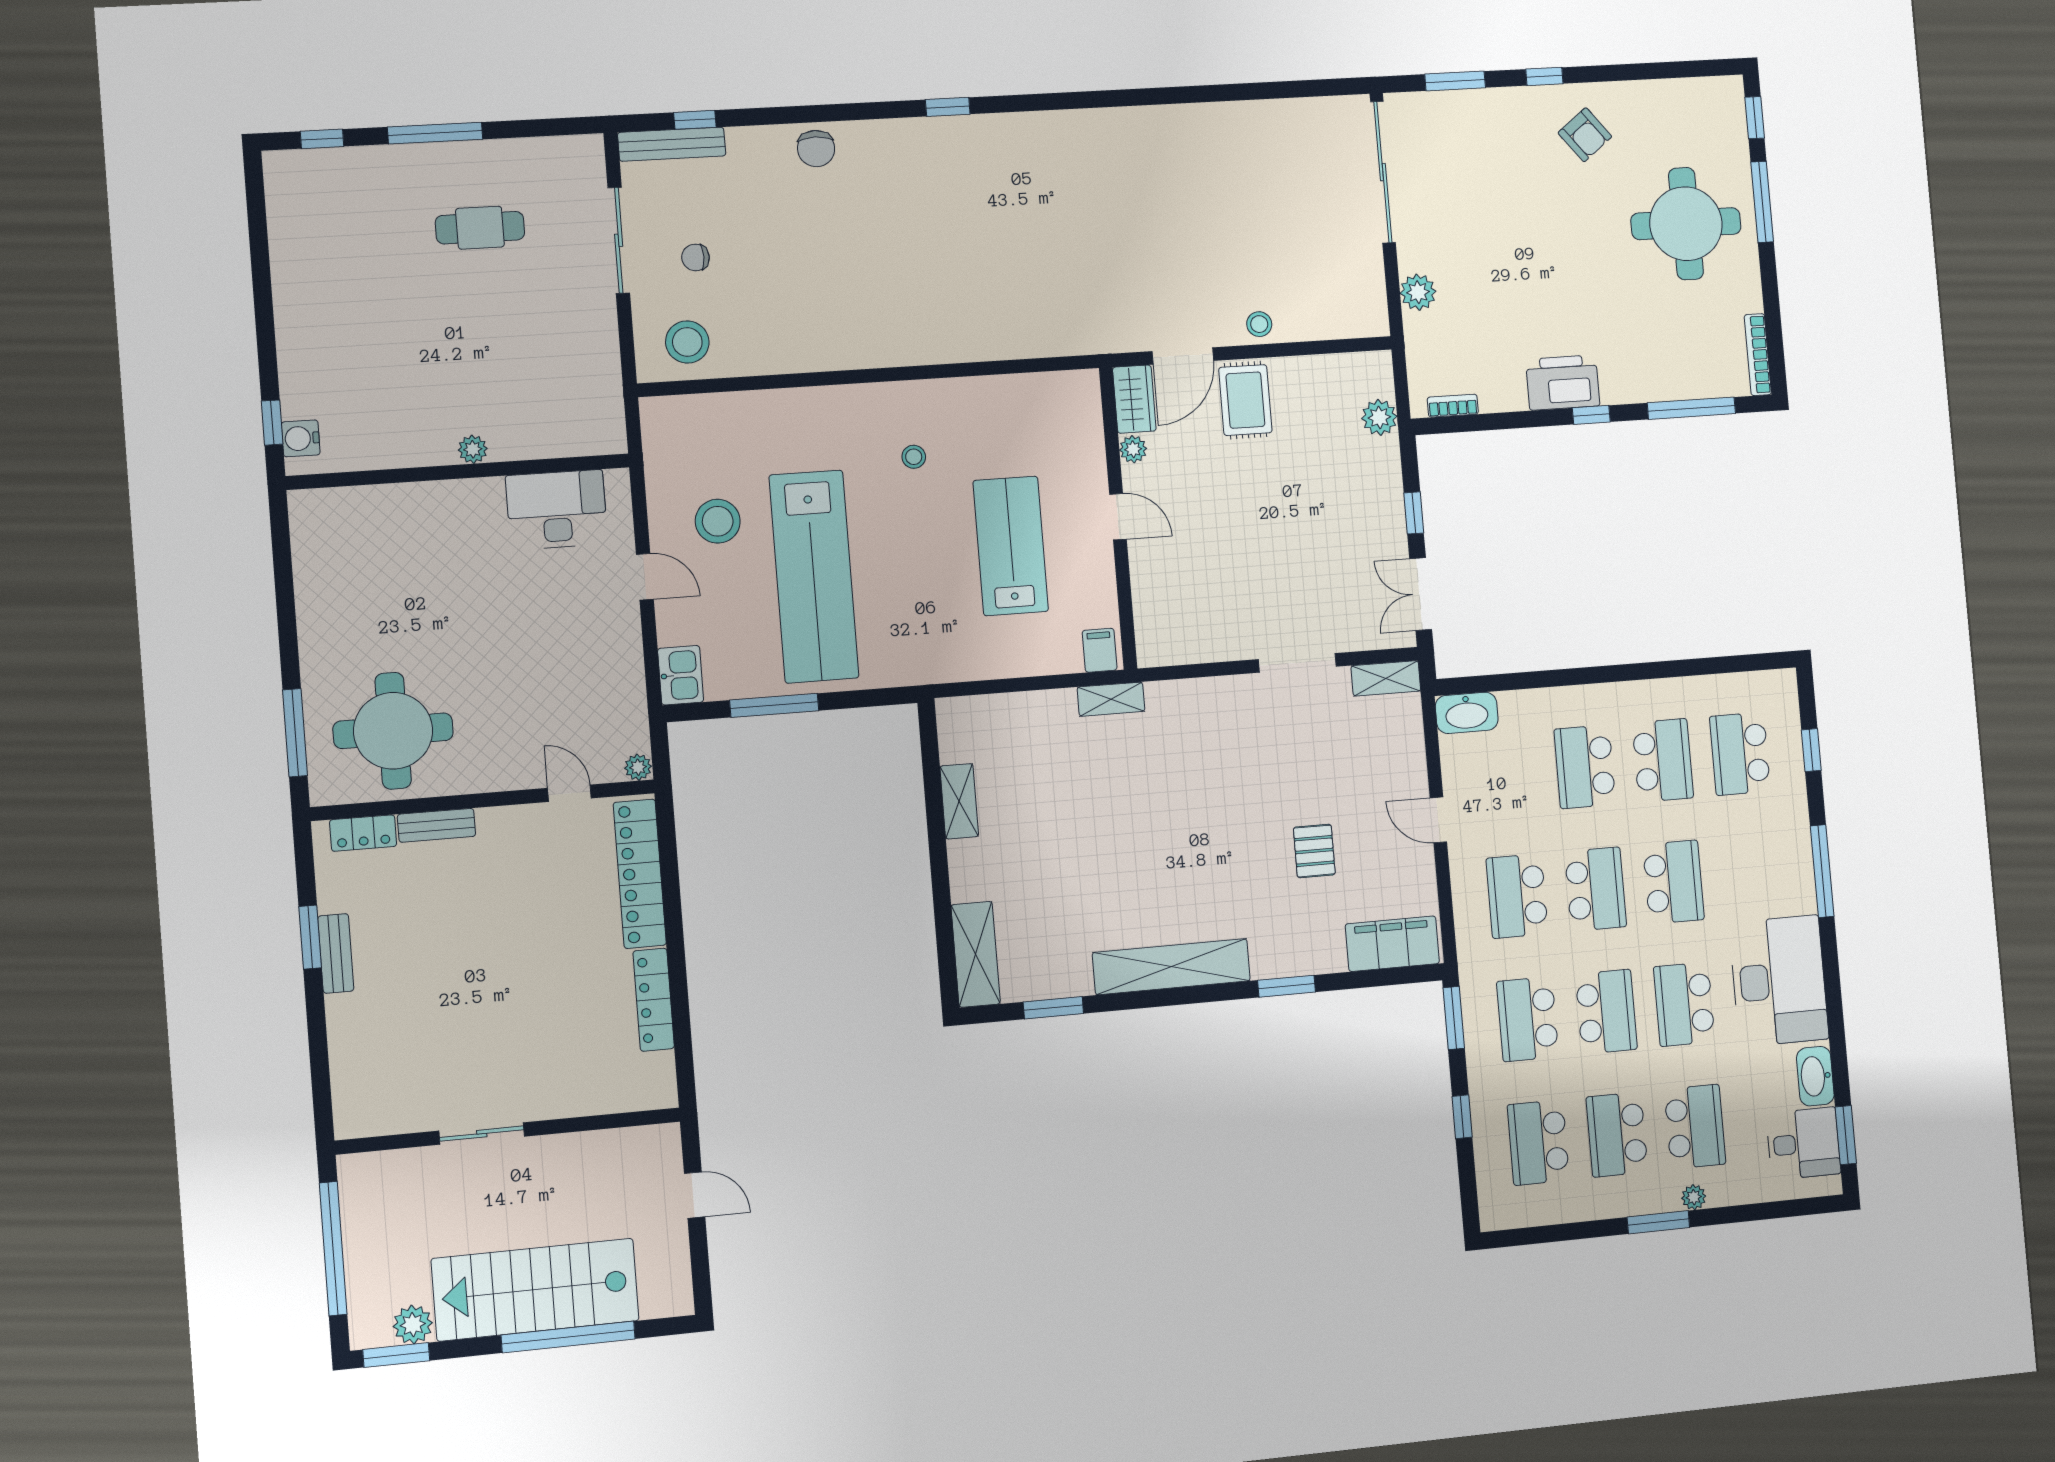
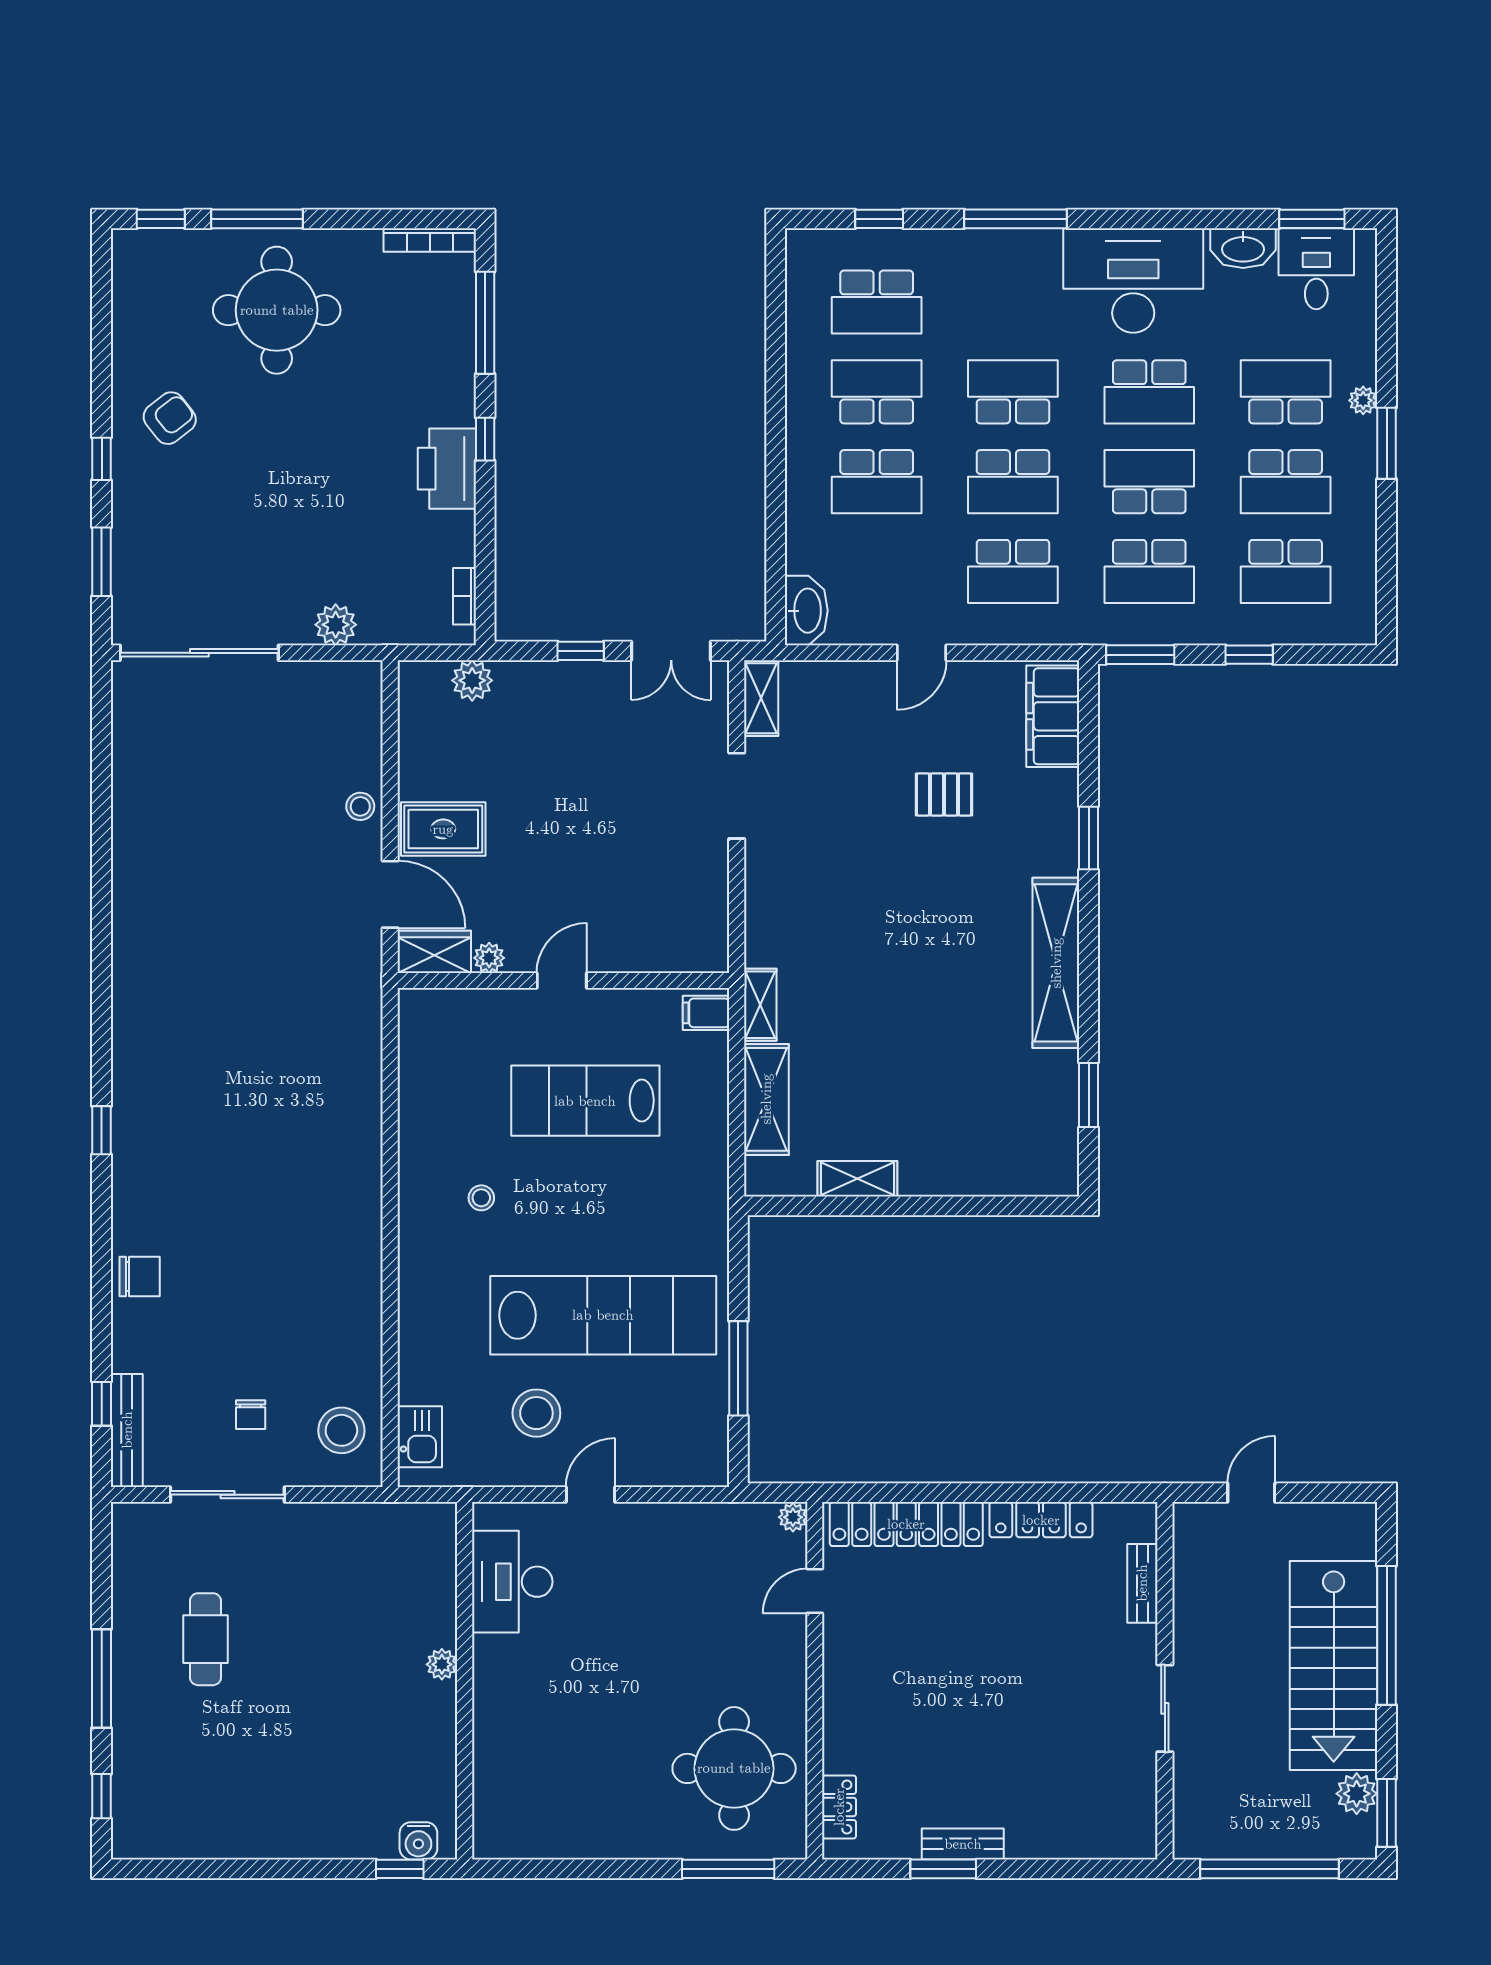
kitchen sink: (681, 675) -> (420, 1437), moved, turned 90
bench: (436, 825) -> (1142, 1583), moved
school desk: (1596, 889) -> (1013, 482), turned 180
shelving: (976, 954) -> (766, 1099), moved, turned 90

